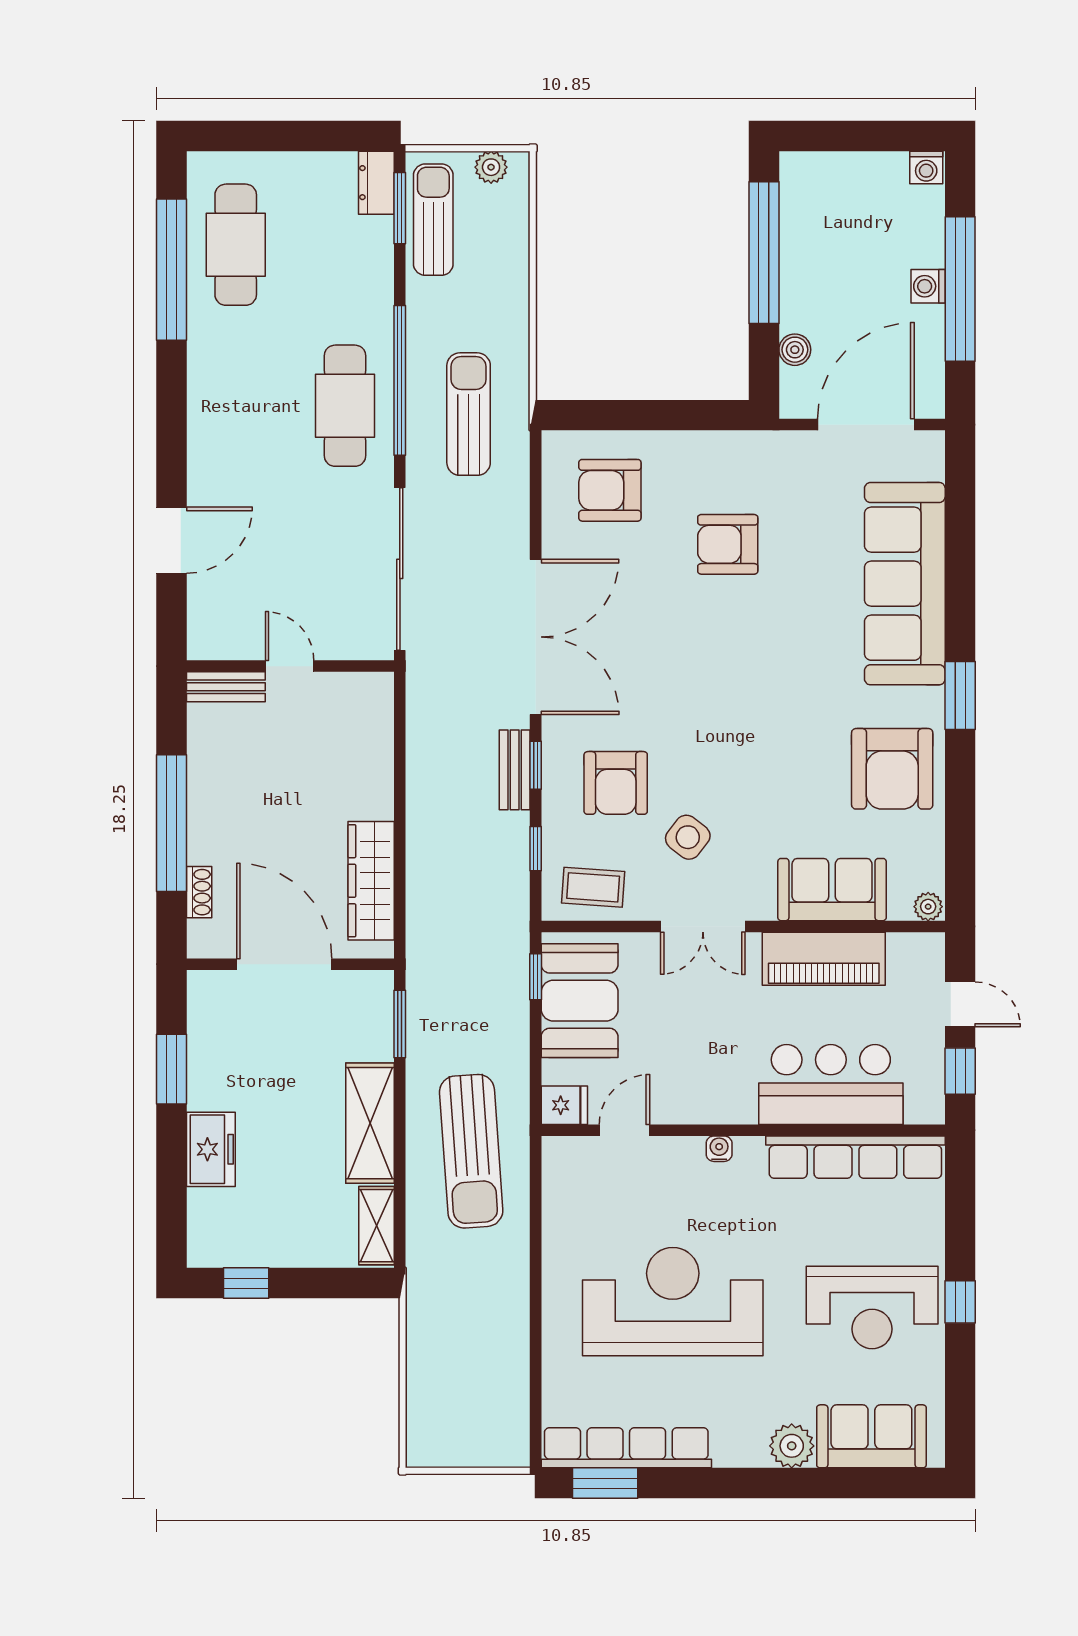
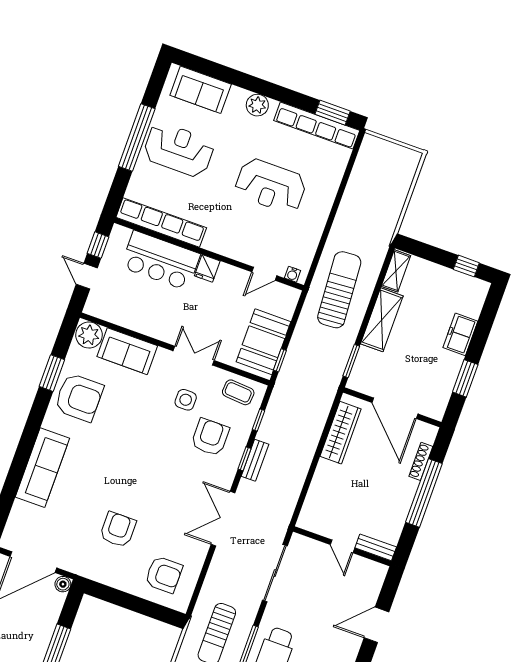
boiler: (795, 350) -> (63, 584), moved
armchair: (728, 544) -> (118, 530), turned -90
sliding door: (400, 569) -> (275, 573), width x0.73
sofa: (905, 584) -> (42, 468), width x0.74, depth x0.79
double door: (536, 637) -> (223, 519), width x0.73
window: (960, 695) -> (52, 373), moved
armchair: (892, 769) -> (79, 397), turned 90
side table: (688, 837) -> (186, 400), turned -38
shoe rack: (199, 892) -> (421, 461), width x1.43
plant: (928, 907) -> (89, 335), width x1.88, depth x1.88
piano: (824, 959) -> (143, 320), removed
fridge: (564, 1105) -> (207, 268), moved, turned -90
water cooler: (719, 1149) -> (292, 274), moved
reception desk: (673, 1302) -> (271, 186), width x0.74, depth x0.77
window: (960, 1302) -> (137, 138), width x3.17
plant: (792, 1446) -> (257, 105), moved

